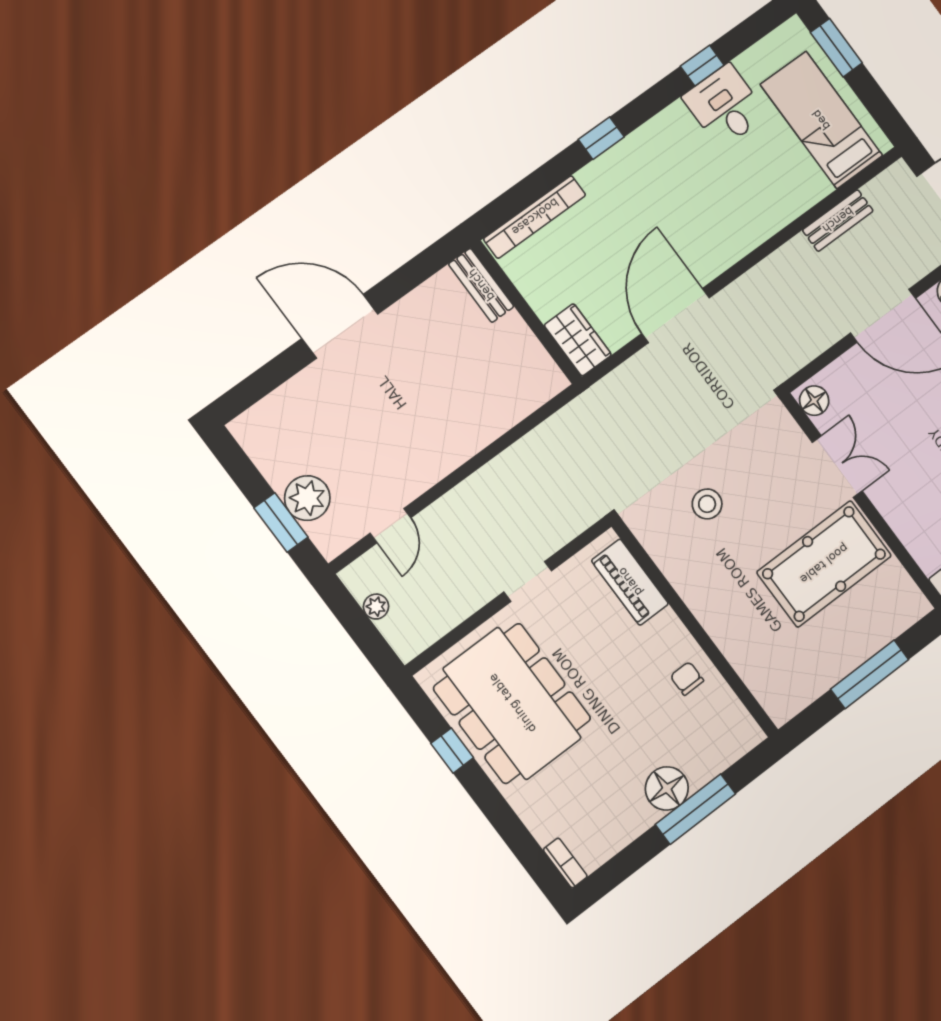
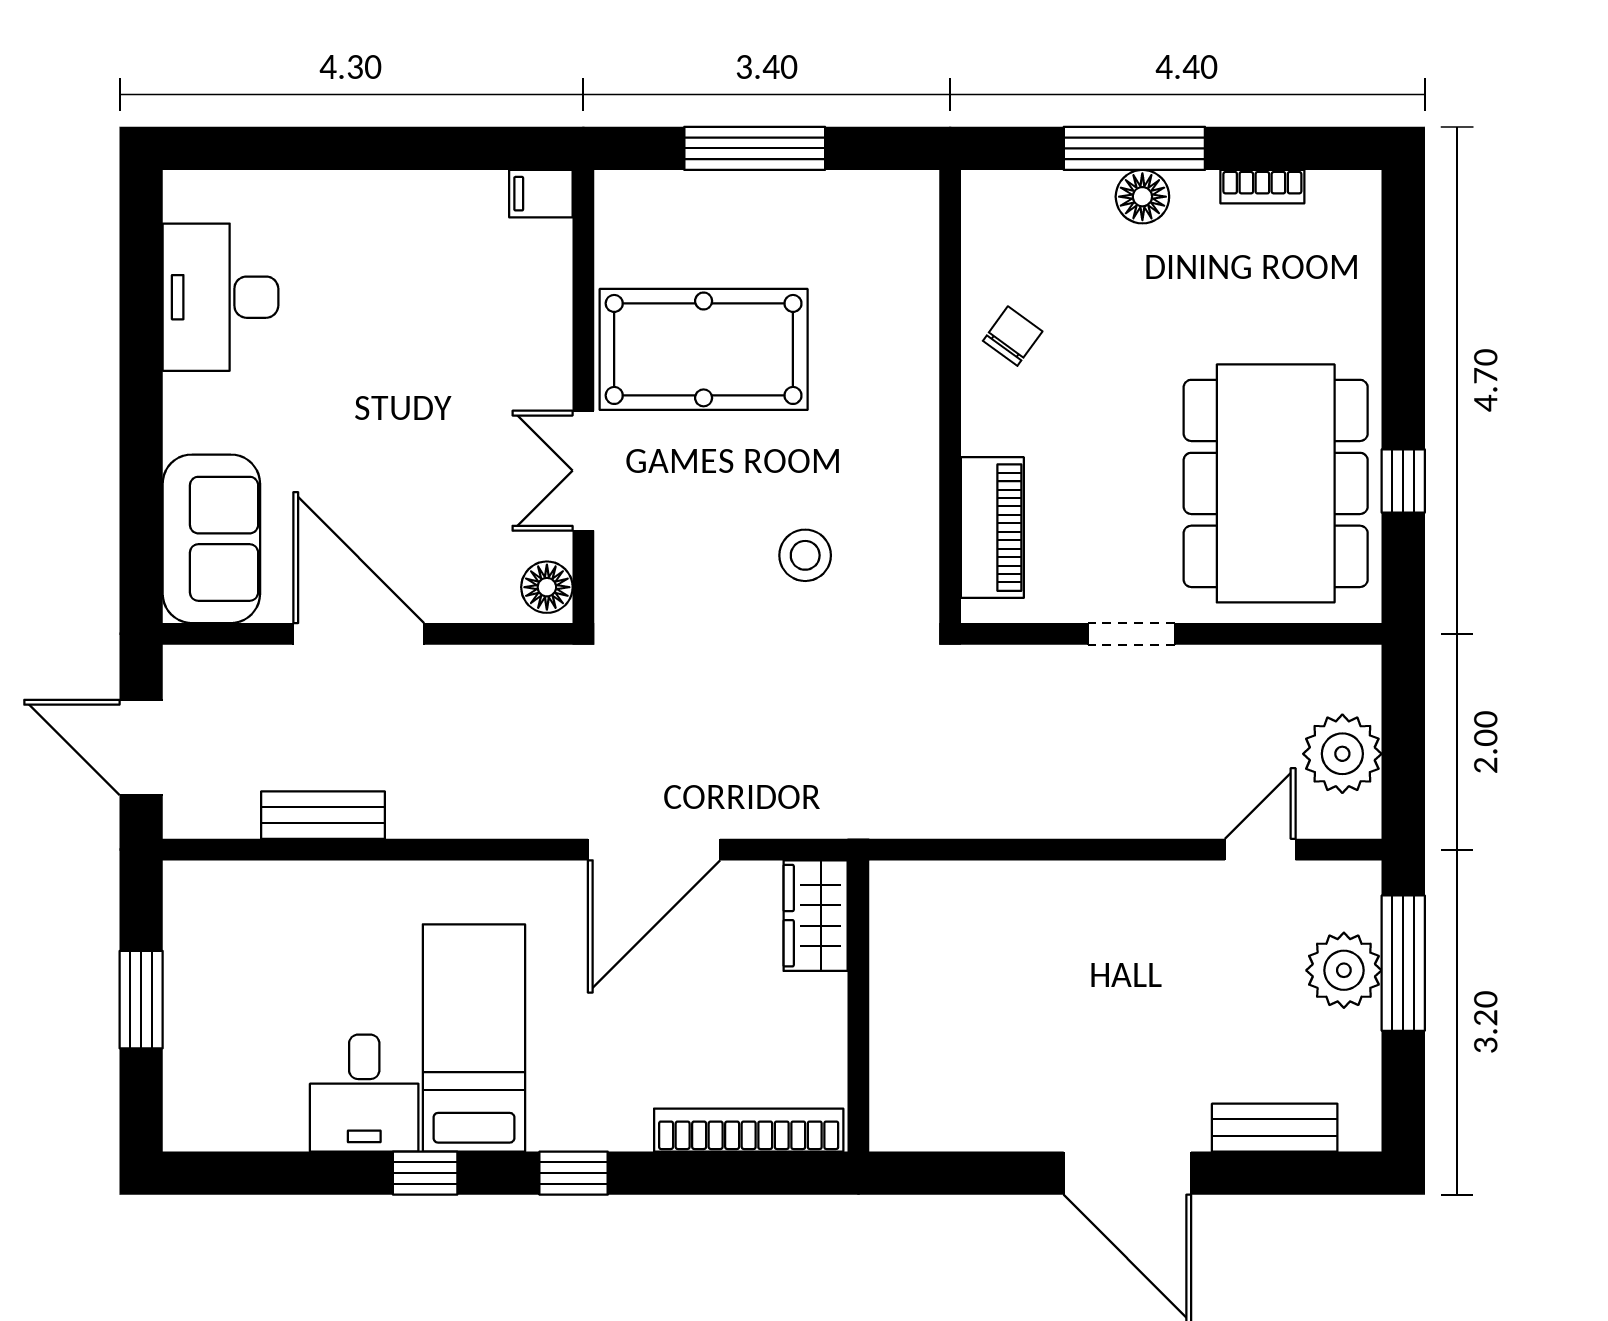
window: (836, 48) -> (141, 1000), moved
window: (702, 66) -> (425, 1173), moved
bed: (821, 120) -> (474, 1038), moved, turned 180
bench: (481, 285) -> (1275, 1128), moved, turned 90
window: (281, 523) -> (1403, 963), width x1.44
plant: (376, 607) -> (1342, 754), width x1.87, depth x1.87
chair: (687, 678) -> (1013, 336), turned -144
floor lamp: (667, 788) -> (1142, 197), width x0.73, depth x0.73
bookcase: (565, 863) -> (1262, 187), moved, turned -90

